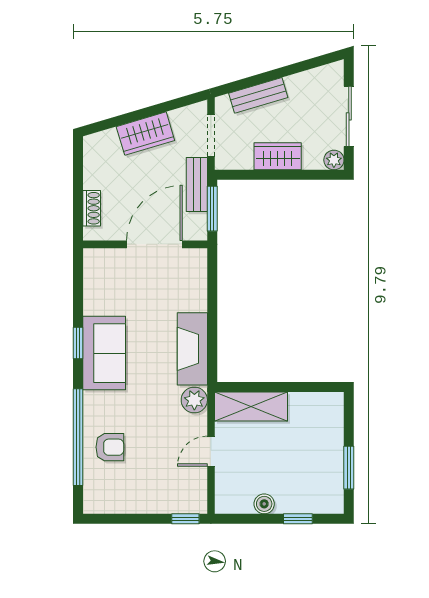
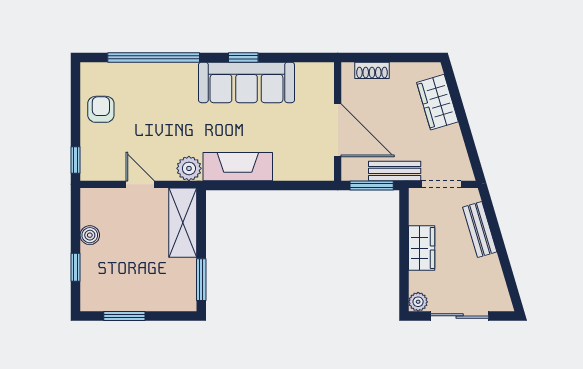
wardrobe: (145, 134) -> (437, 102), moved
sofa: (104, 353) -> (246, 82), width x1.36
window: (311, 387) -> (201, 280), added
armchair: (110, 447) -> (101, 109), moved, turned 180

